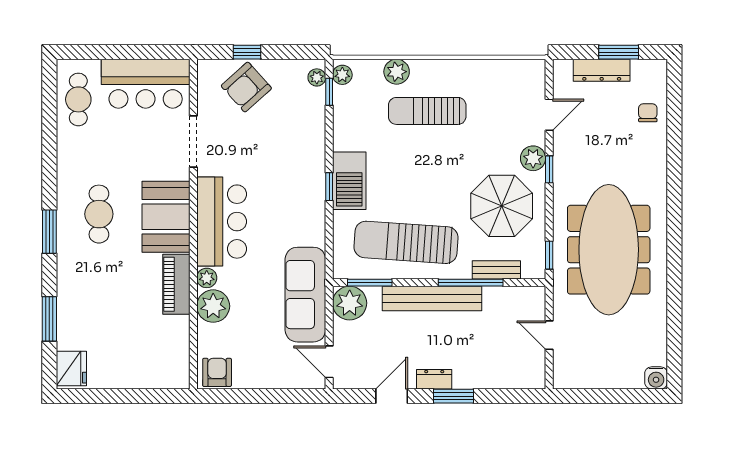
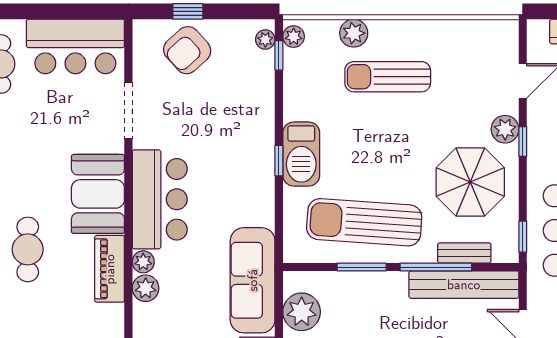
cafe table: (99, 214) -> (28, 249), moved
window: (370, 283) -> (362, 267), moved
bench: (432, 298) -> (464, 285), moved
plant: (350, 303) -> (302, 312), moved
plant: (213, 306) -> (146, 288), width x0.73, depth x0.73

